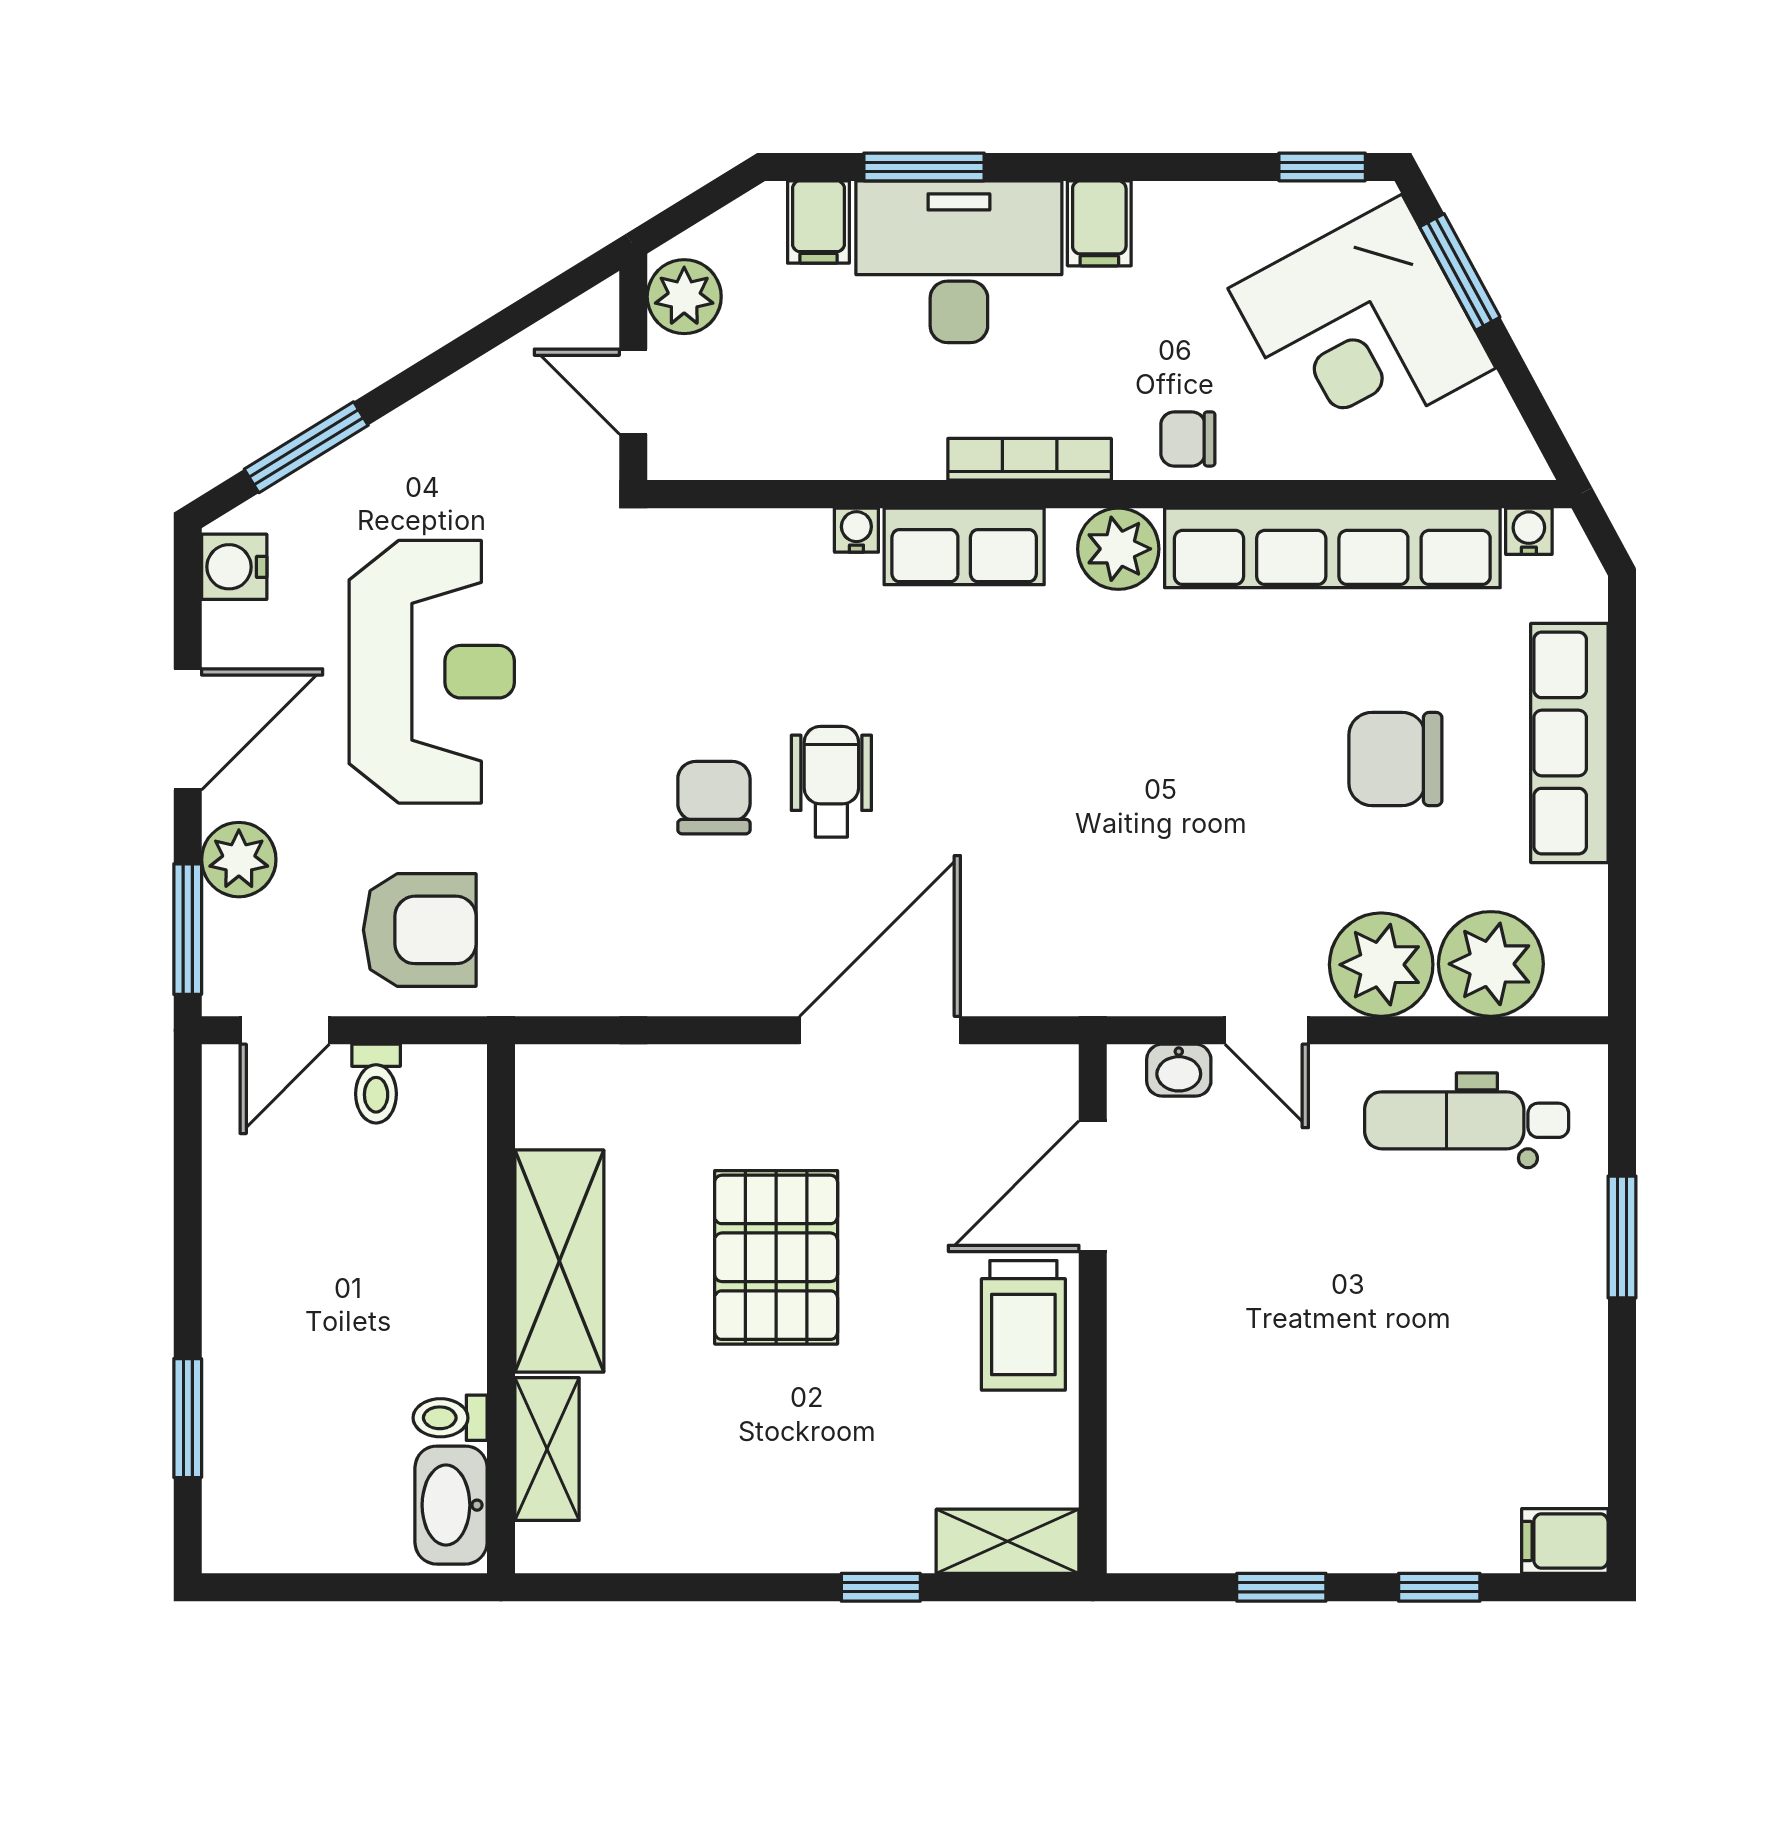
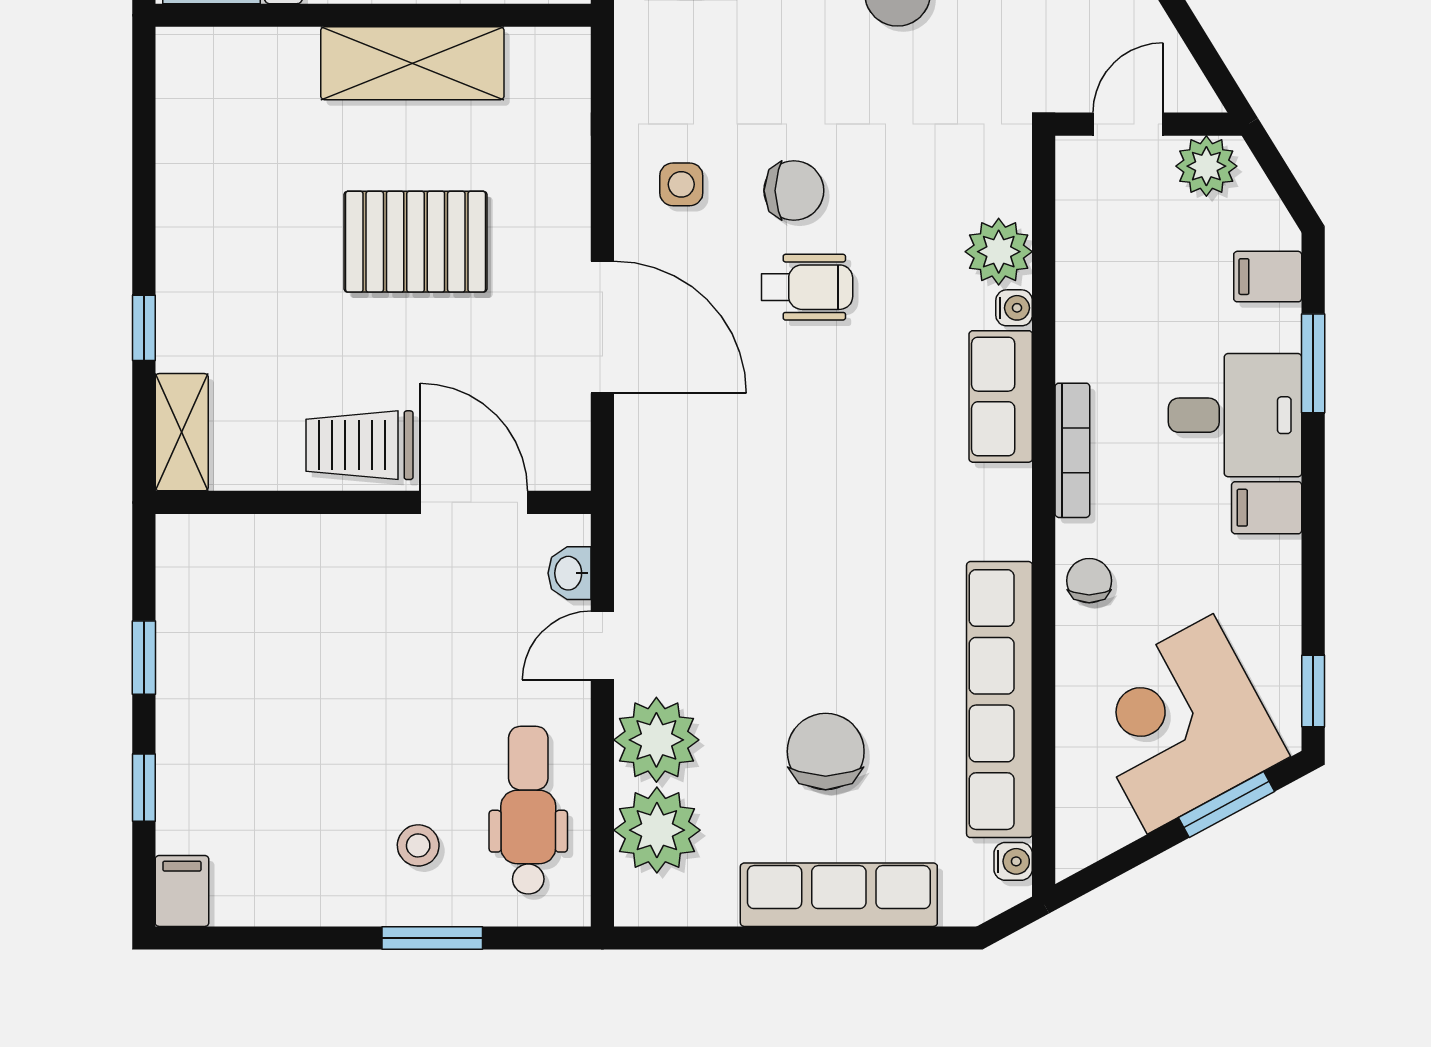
desk: (959, 262) -> (1235, 415), width x0.73
plant: (1118, 549) -> (999, 252), moved
side table: (706, 934) -> (681, 184), added
stool: (1510, 1254) -> (418, 845), added
shelving: (547, 1449) -> (258, 53), removed

